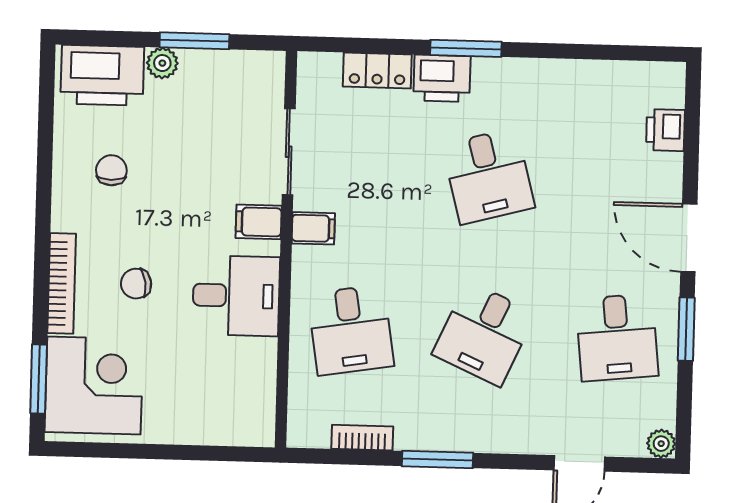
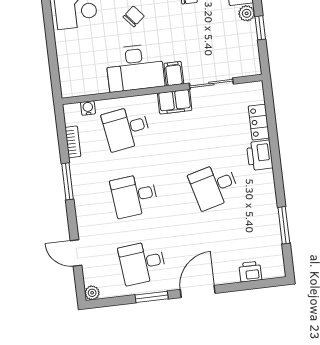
window: (194, 41) -> (260, 28), width x0.67
window: (466, 48) -> (284, 225), moved
filing cabinet: (313, 228) -> (175, 102), width x2.00
chair: (136, 284) -> (134, 16), turned 59
desk: (236, 296) -> (135, 68), width x1.37
desk: (484, 334) -> (134, 195), turned -30
water cooler: (301, 399) -> (88, 108), added

